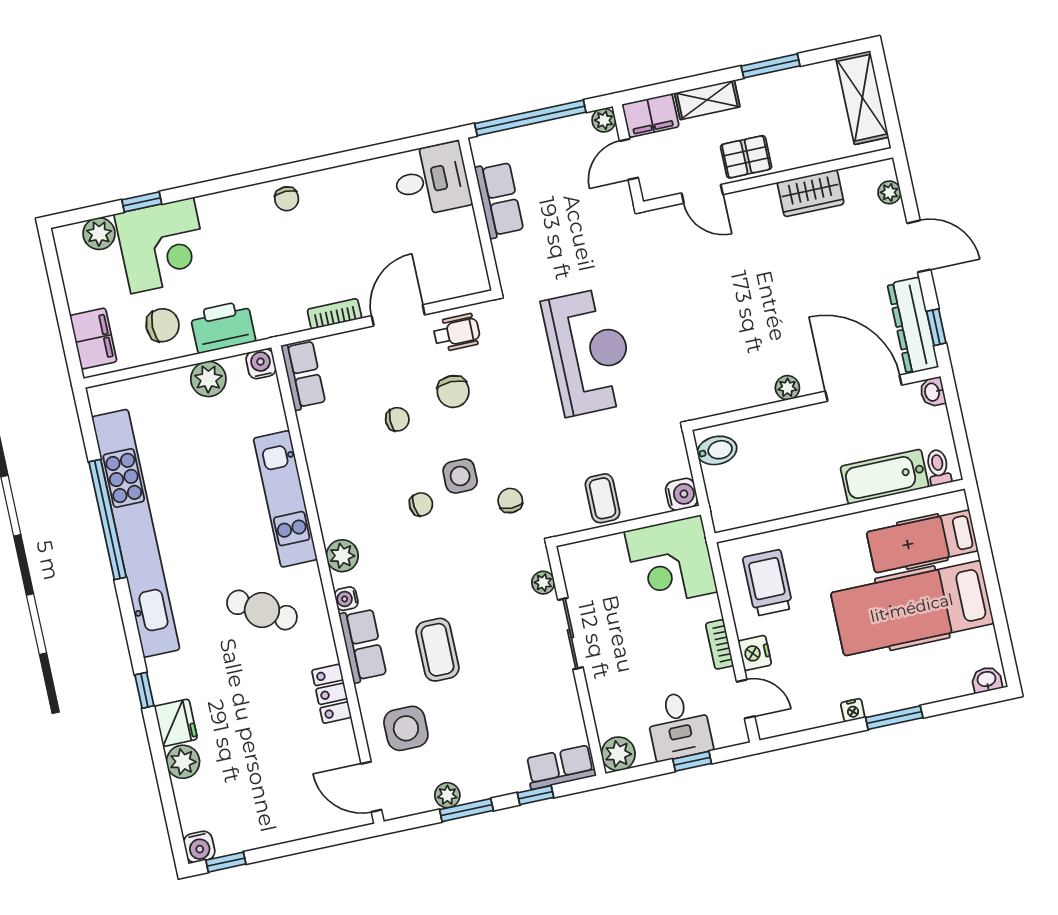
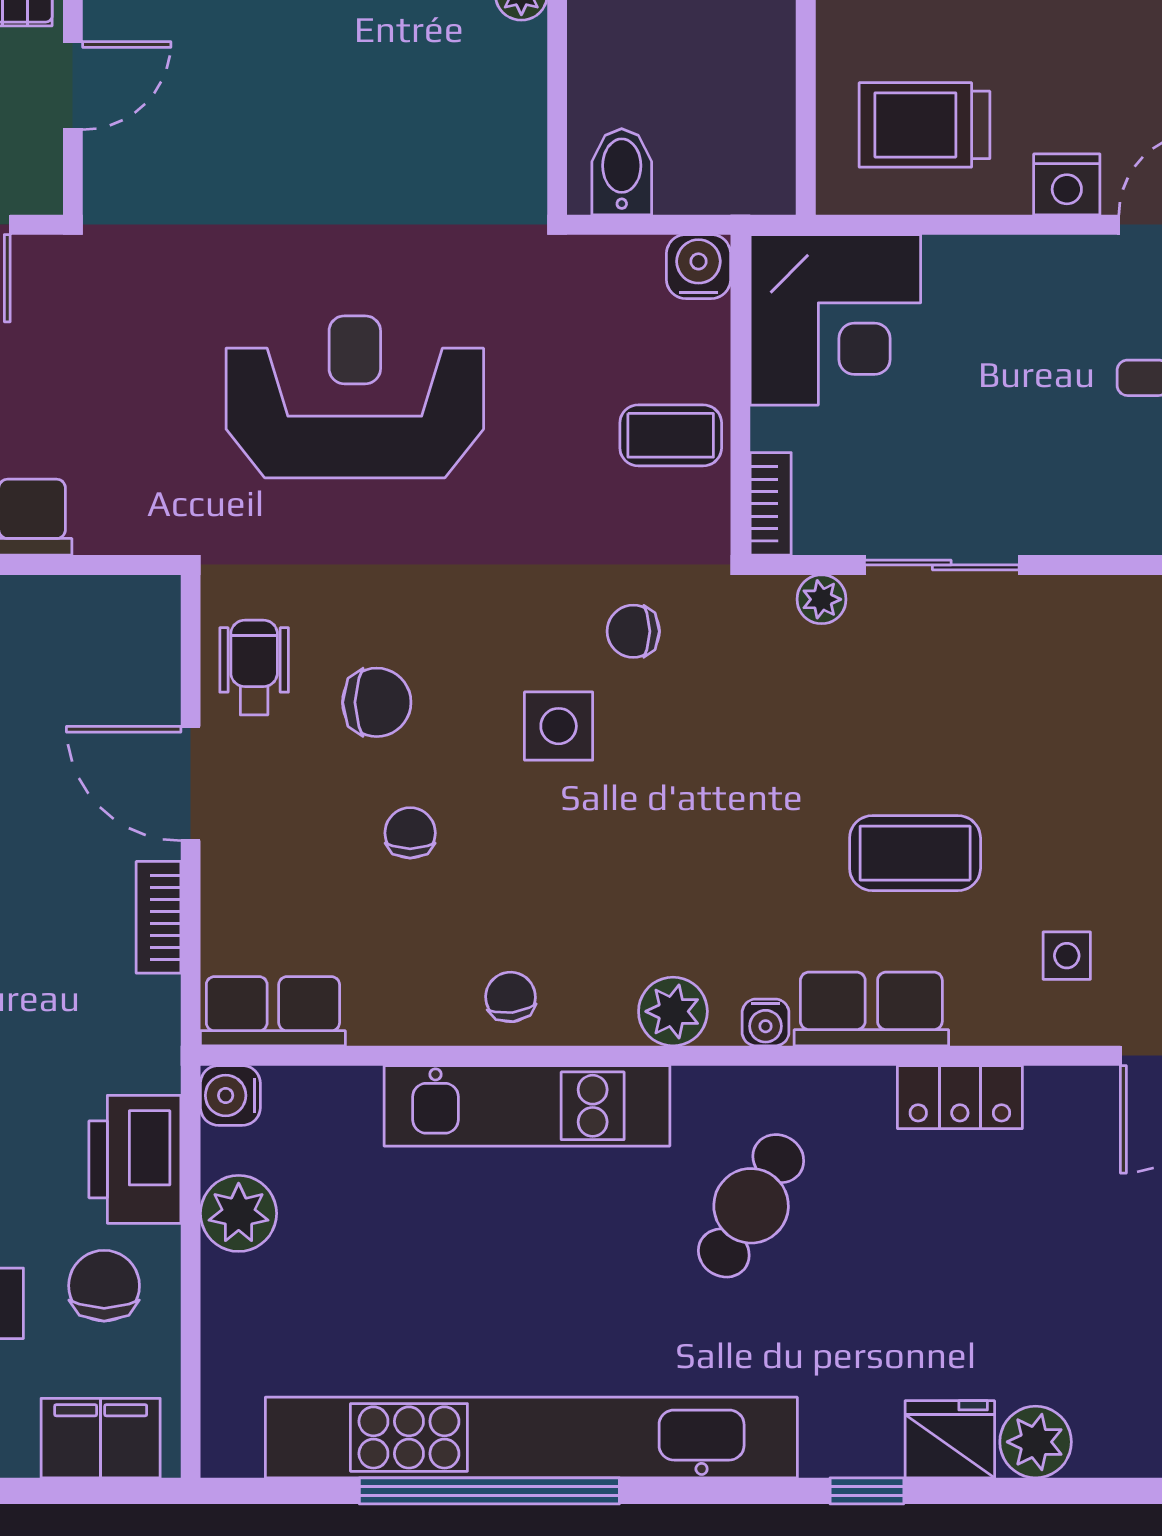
chair: (421, 504) -> (510, 997), moved
bookcase: (719, 644) -> (771, 504), moved, turned -90
side table: (406, 728) -> (1067, 956), width x0.54, depth x0.54

